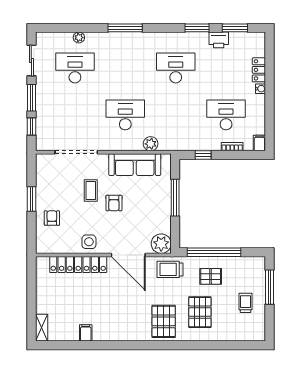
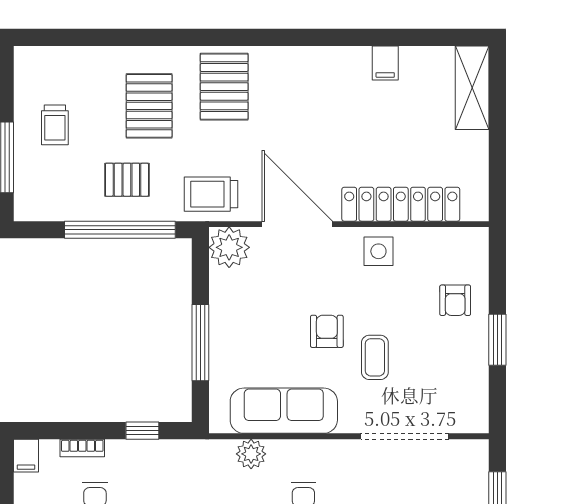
trolley: (170, 269) -> (211, 194), turned 180
shelving: (42, 328) -> (472, 88), width x1.50, depth x1.33

